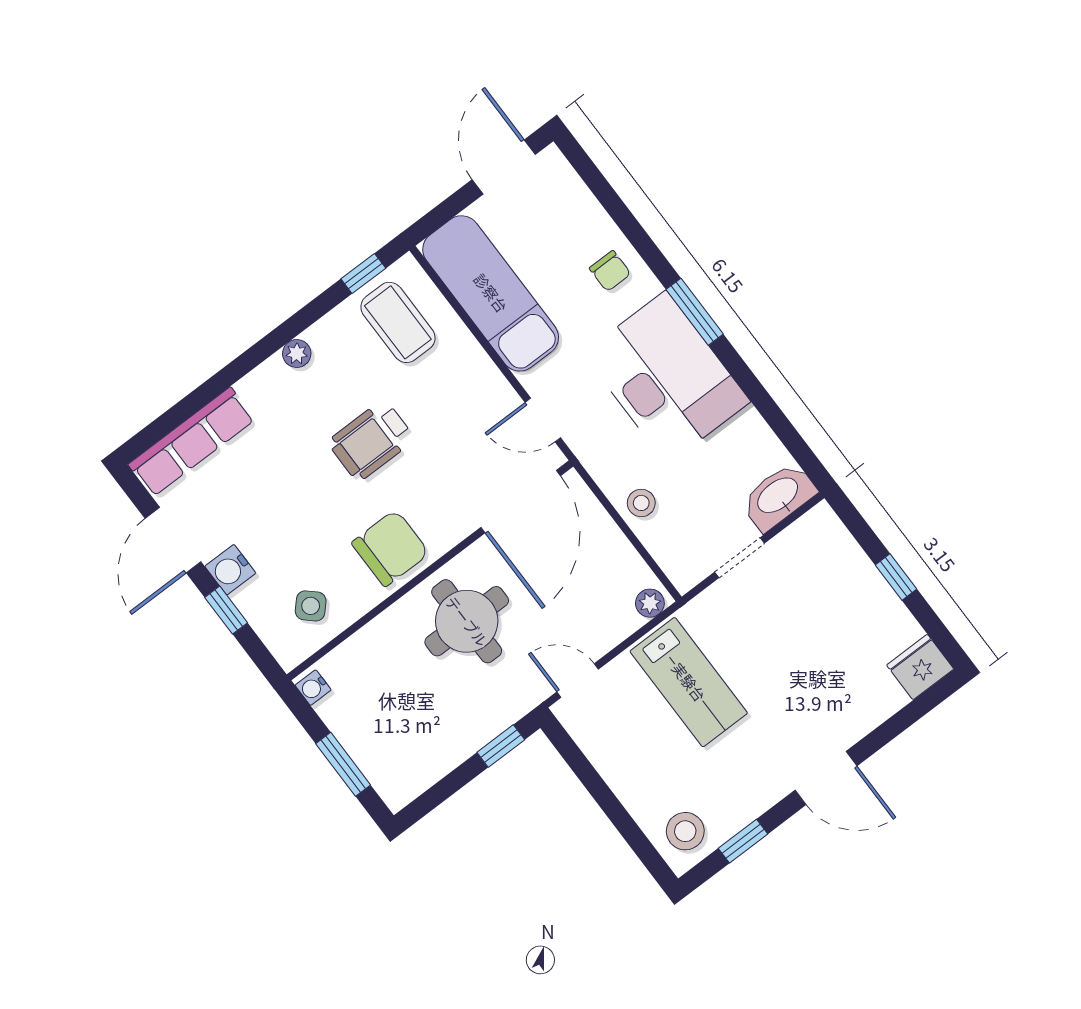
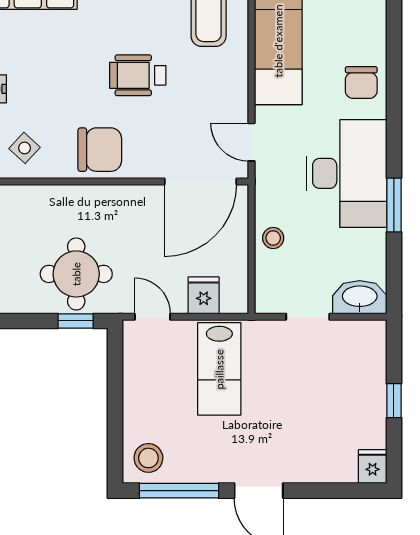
chair: (610, 271) -> (361, 82), width x1.37, depth x1.37
window: (695, 312) -> (394, 205), moved
plant: (650, 603) -> (232, 303), removed
fridge: (614, 618) -> (204, 295), added
round table: (467, 621) -> (76, 274), moved
fridge: (920, 667) -> (373, 467), width x0.72
window: (743, 841) -> (179, 491), width x2.17

